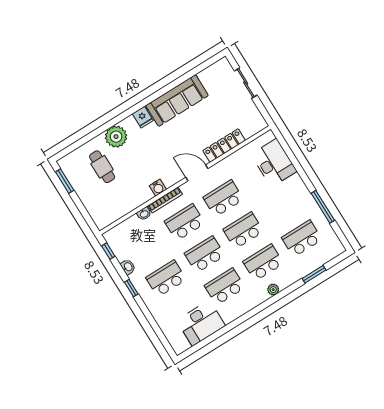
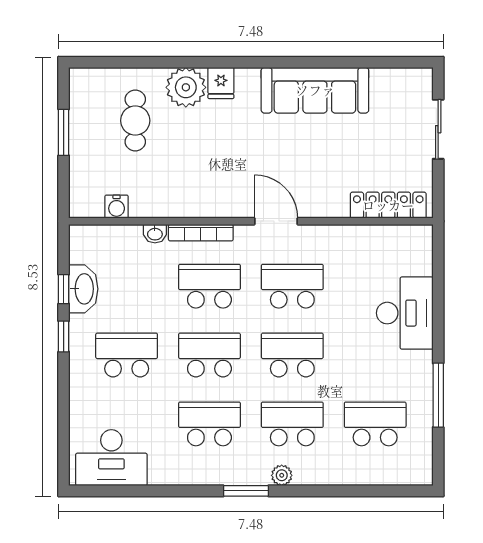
fridge: (143, 117) -> (221, 83), moved
locker: (224, 146) -> (388, 205), moved
desk: (274, 163) -> (405, 313), moved
window: (65, 181) -> (64, 132), moved
water cooler: (158, 188) -> (117, 207), moved
window: (108, 251) -> (64, 289), moved
washbasin: (128, 267) -> (83, 289), width x1.91, depth x1.45
window: (314, 274) -> (246, 491), moved
desk: (201, 323) -> (111, 458), moved

